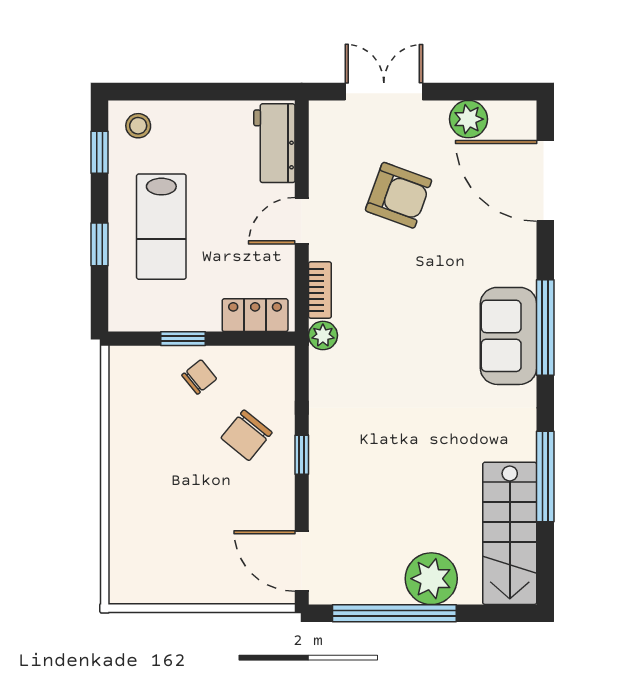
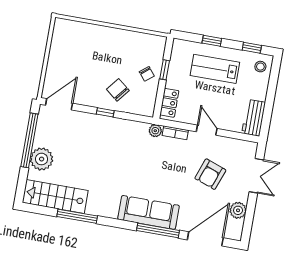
workbench: (274, 143) -> (254, 118), moved, turned -90
window: (545, 328) -> (158, 231), moved
sofa: (508, 336) -> (149, 212), width x1.36

